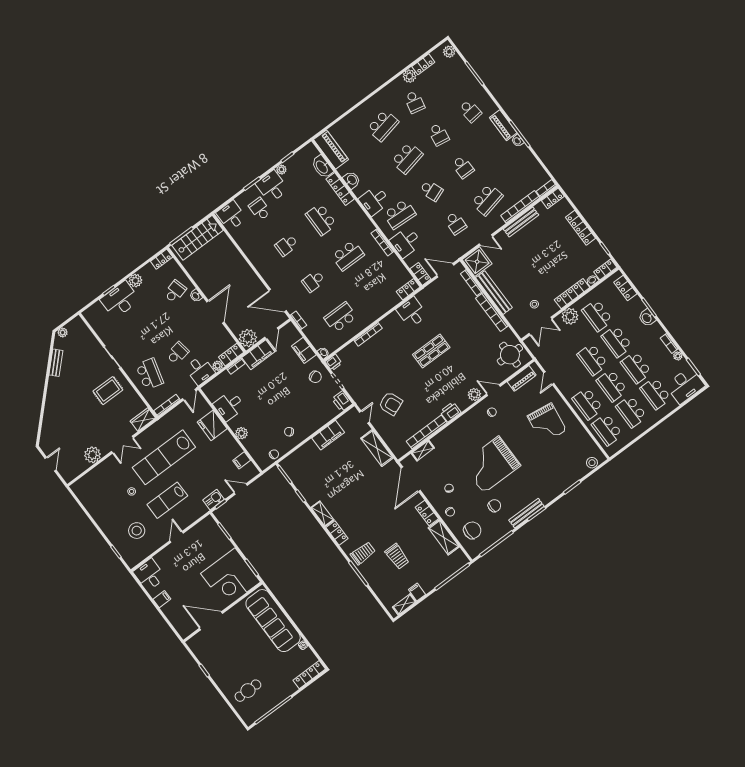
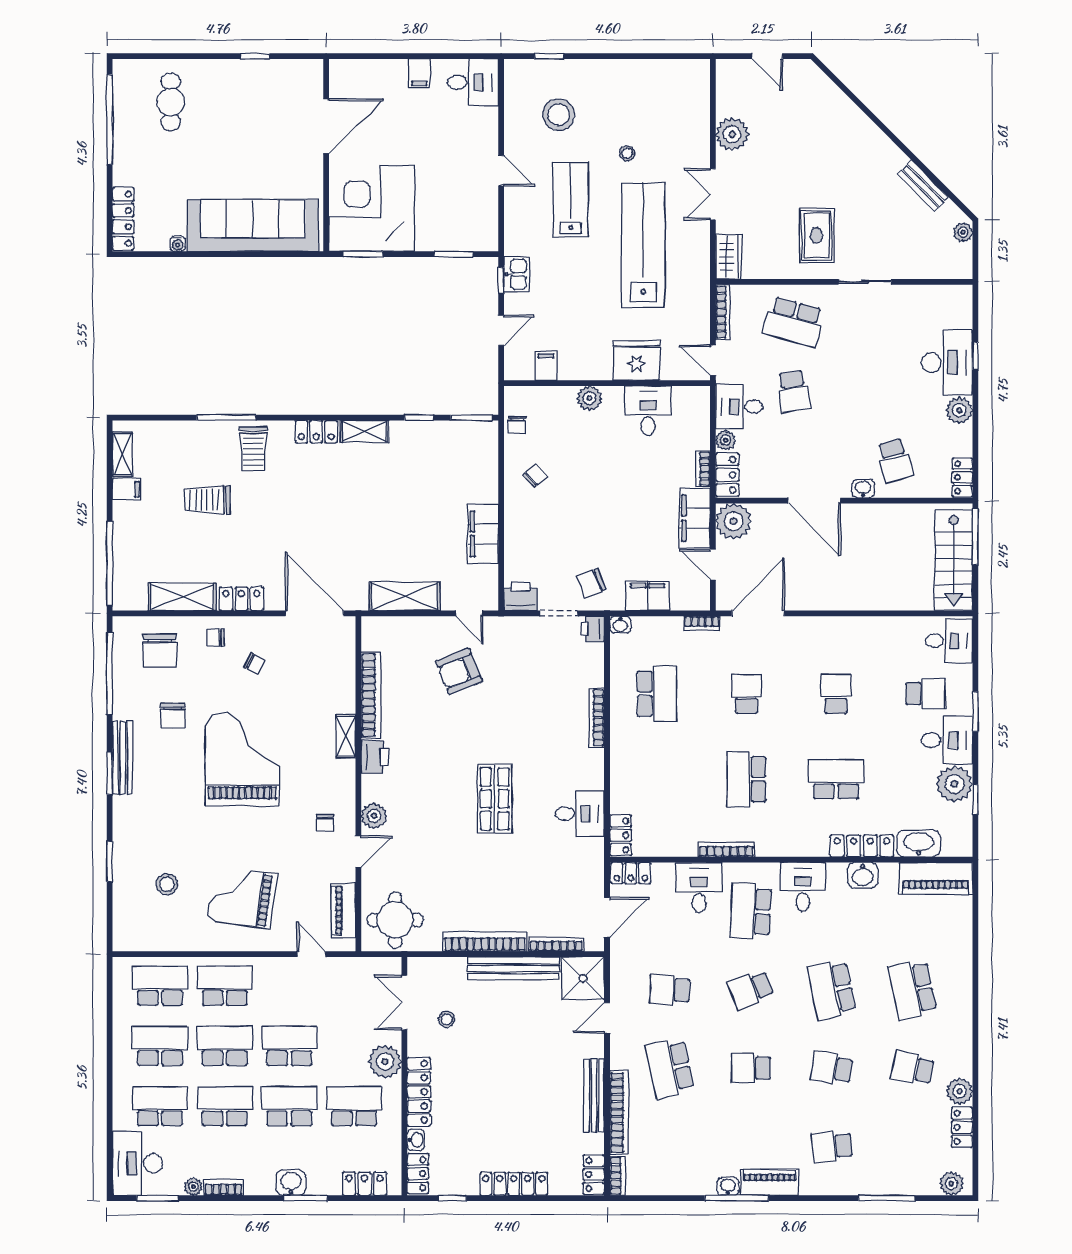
plant: (281, 170) -> (954, 784), width x1.88, depth x1.88
shelving: (423, 451) -> (346, 736), moved
stool: (592, 463) -> (167, 884), moved

